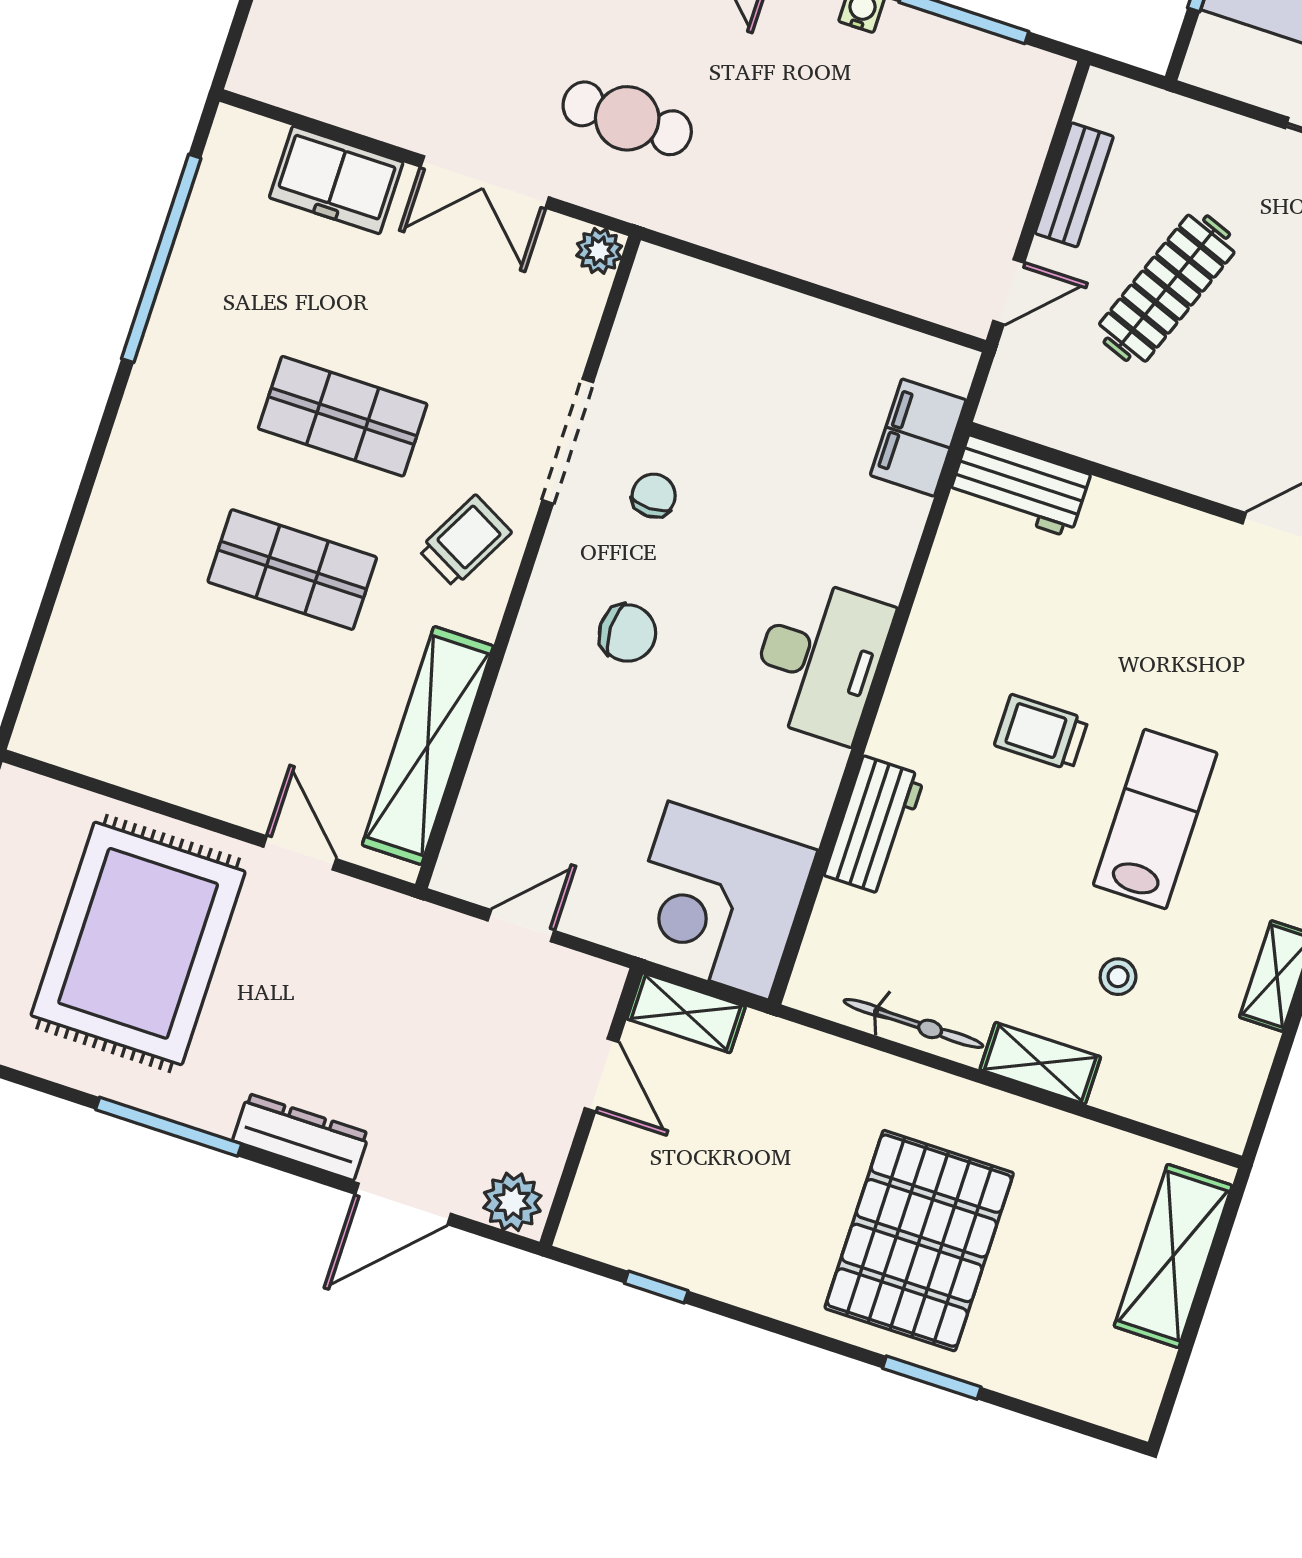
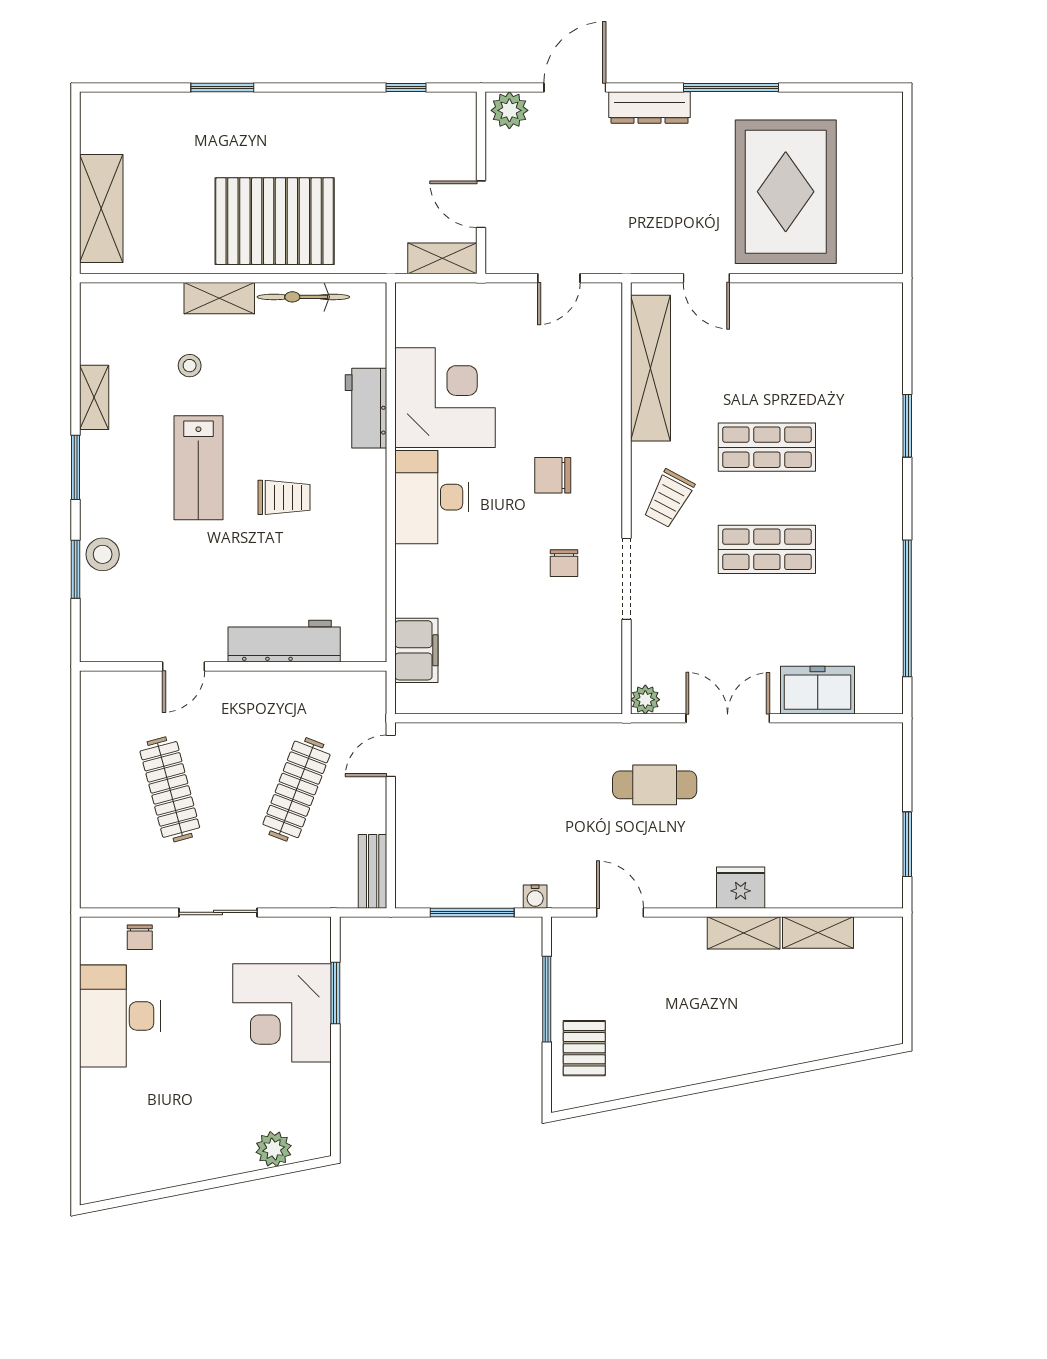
bench: (1074, 185) -> (373, 871), moved
workbench: (1019, 486) -> (284, 641), moved, width x1.38
window: (71, 532) -> (907, 426), added
corner desk: (718, 901) -> (445, 398), moved
pallet: (919, 1241) -> (275, 221), moved, turned 90

